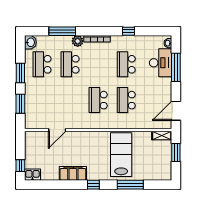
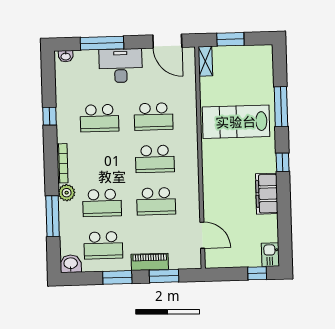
desk: (161, 63) -> (121, 66), moved
piano: (30, 95) -> (150, 262), added
school desk: (70, 100) -> (156, 201), added
door: (57, 130) -> (202, 235), moved

